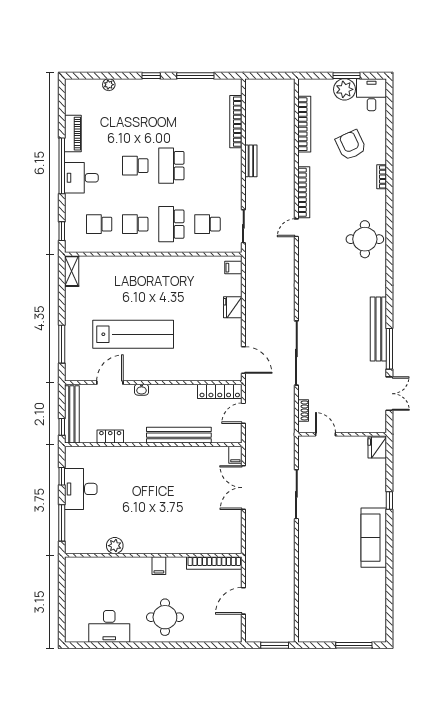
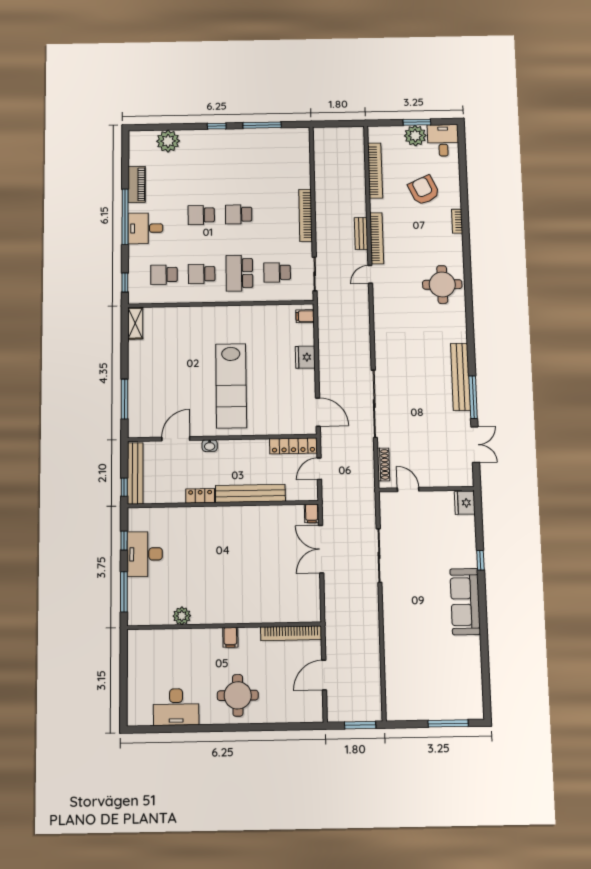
plant: (109, 85) -> (168, 141), width x1.87, depth x1.87
bookcase: (236, 122) -> (306, 215), moved
bench: (251, 161) -> (361, 233), moved
school desk: (171, 166) -> (239, 214), width x0.54
lab bench: (133, 334) -> (231, 386), moved, turned 90
shoe rack: (303, 410) -> (383, 464), width x1.43
locker: (110, 436) -> (200, 496), moved

